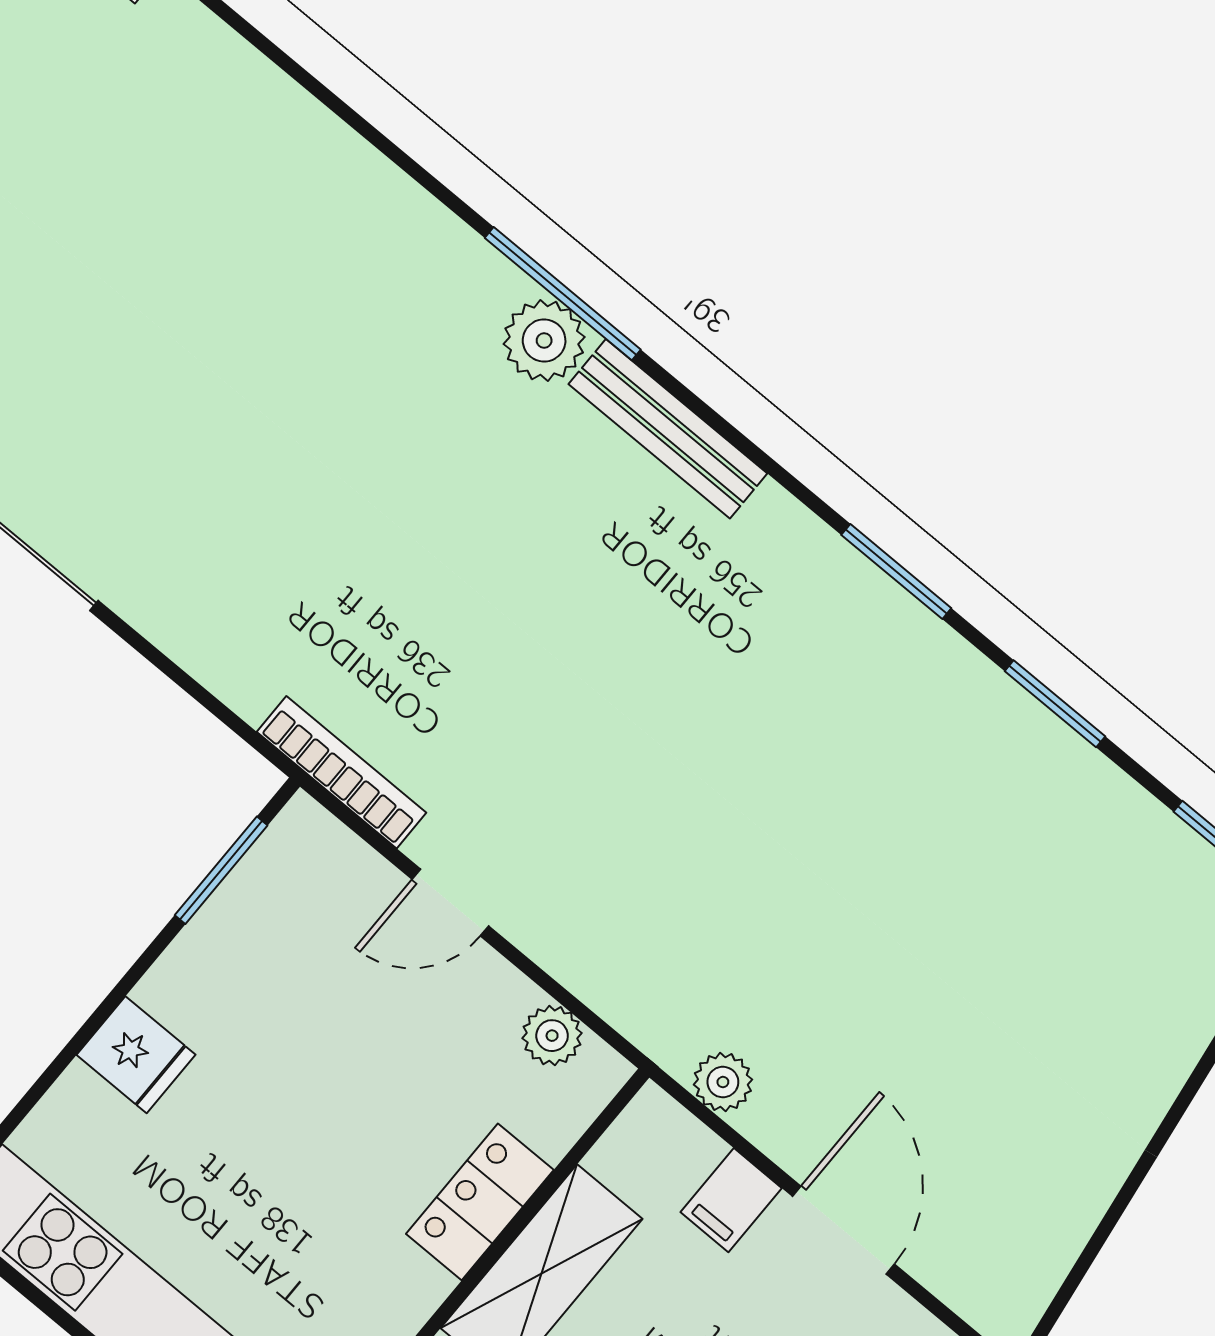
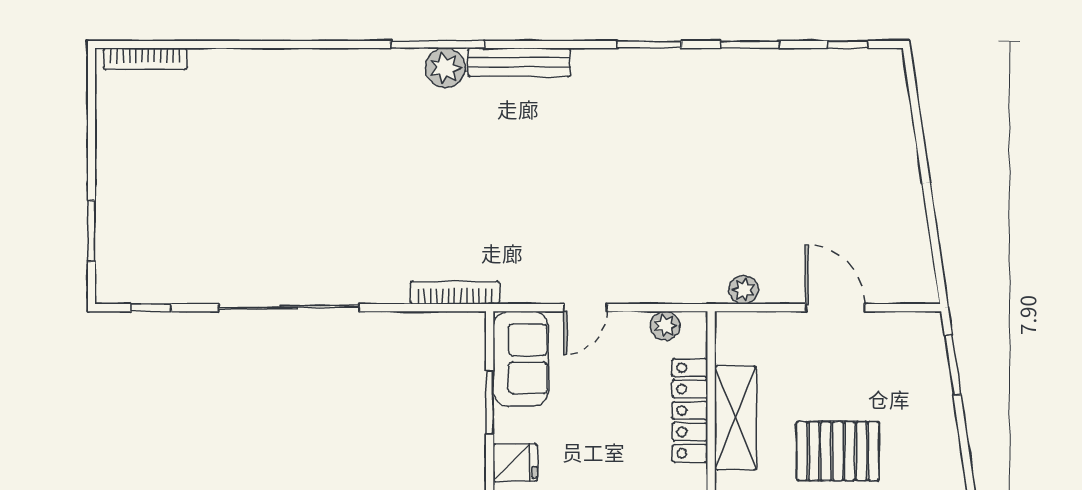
bookcase: (341, 772) -> (455, 293), moved
window: (221, 870) -> (490, 402), moved
sofa: (281, 898) -> (521, 359), added
filing cabinet: (731, 1200) -> (783, 331), removed
locker: (480, 1202) -> (690, 410), width x1.53

